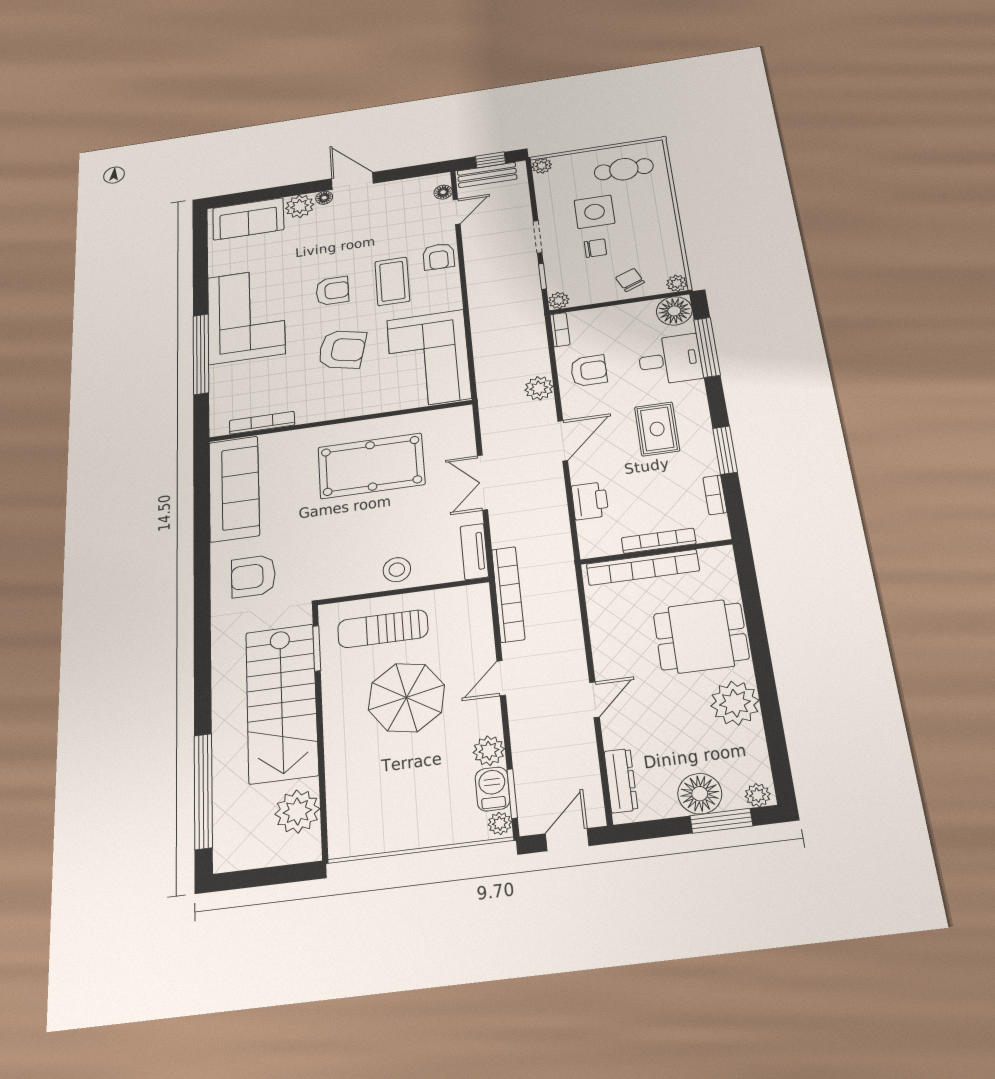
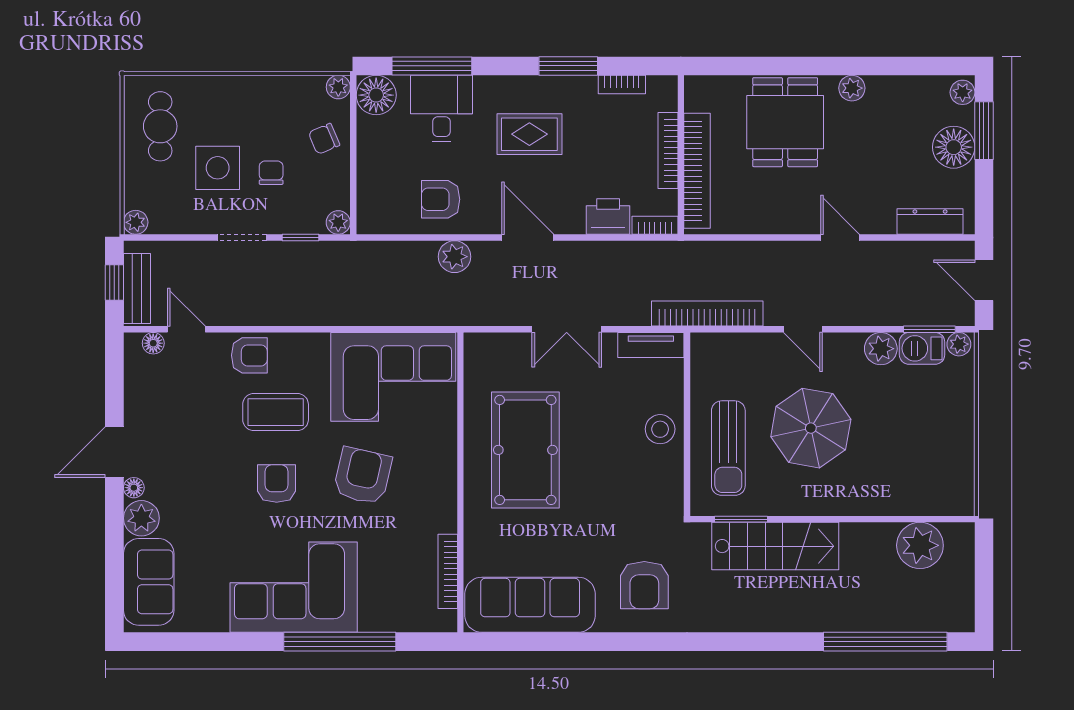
bookcase: (560, 330) -> (655, 225), moved
armchair: (589, 371) -> (441, 199), turned -90
stairs: (282, 703) -> (775, 546), width x0.73, depth x0.66
plant: (735, 703) -> (852, 88), width x0.53, depth x0.53

